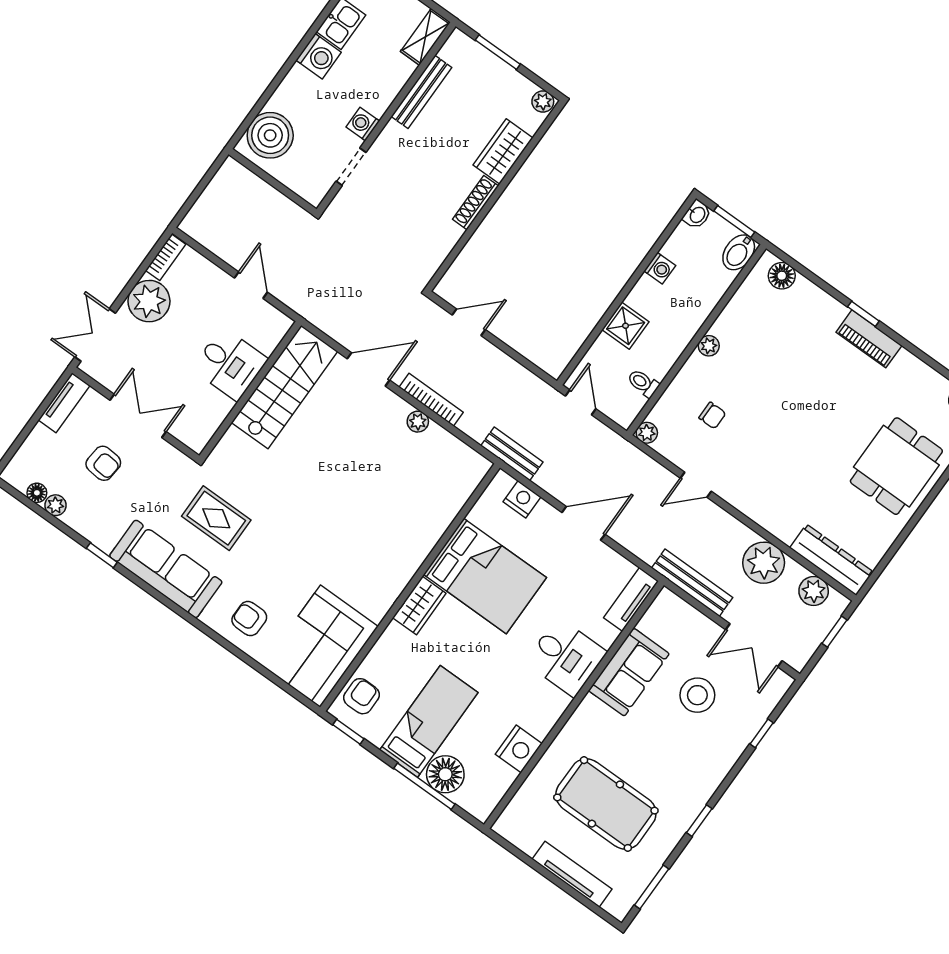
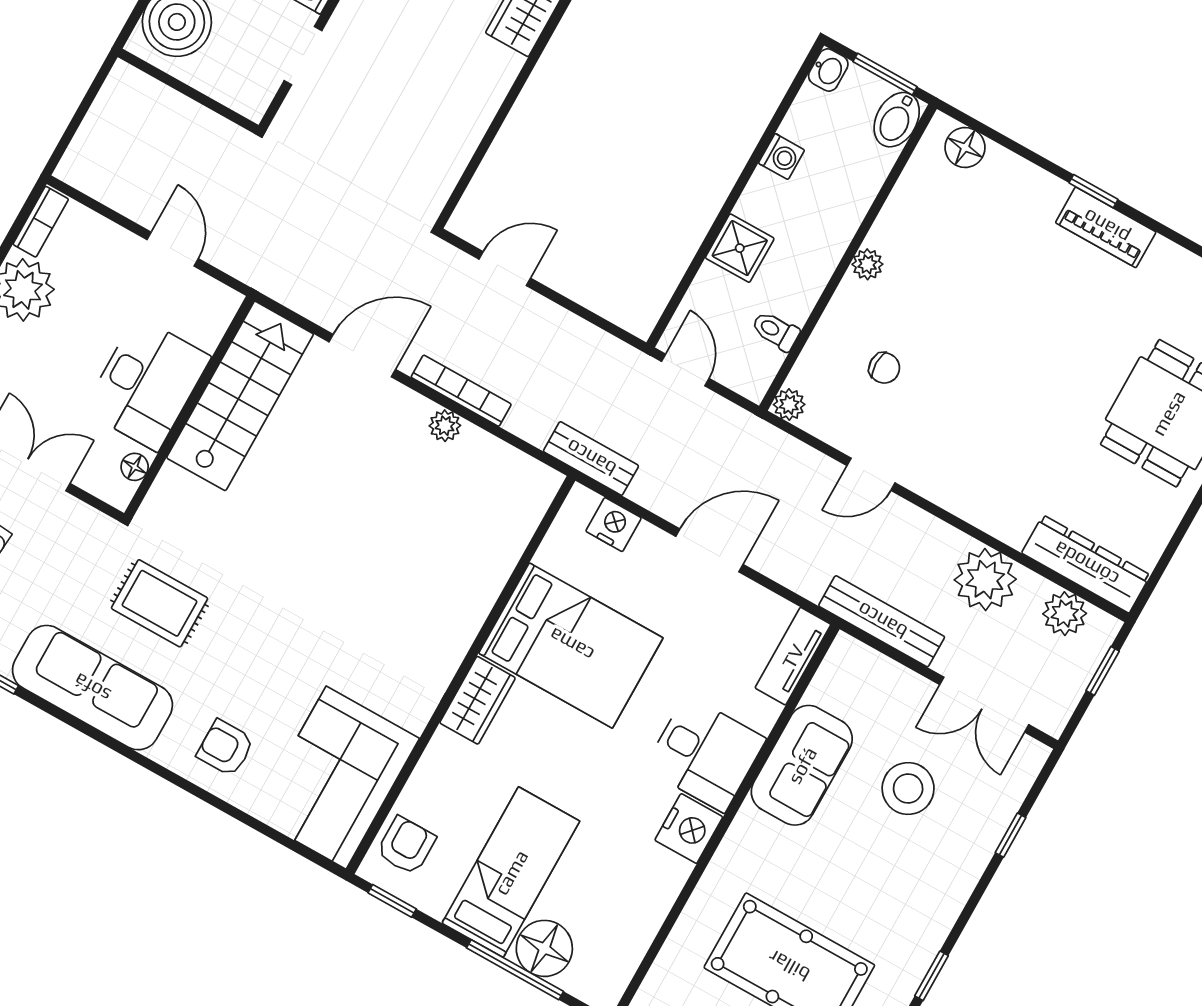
shoe rack: (475, 203) -> (495, 89), removed
desk: (230, 364) -> (147, 384), width x1.37
floor lamp: (210, 426) -> (135, 467), added
nightstand: (519, 749) -> (689, 829), moved

